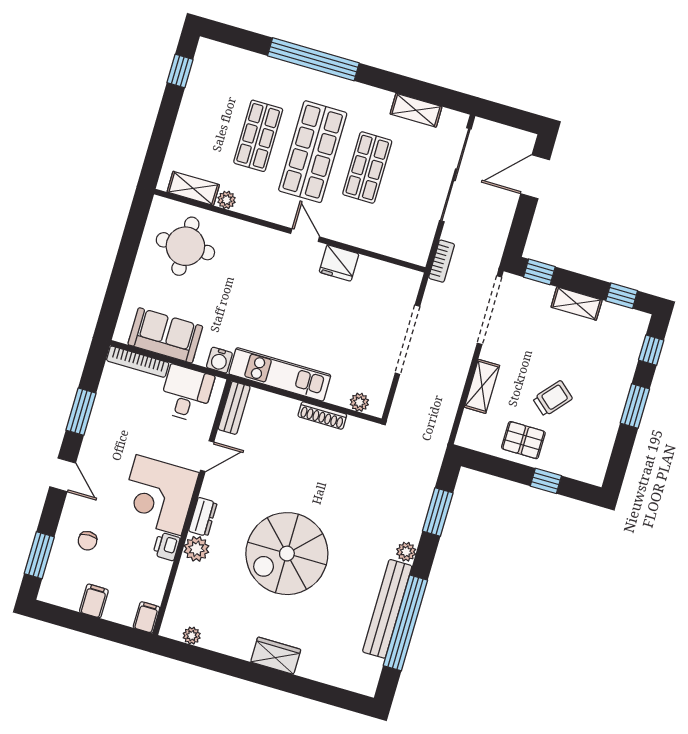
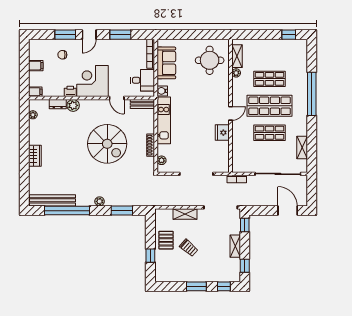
dresser: (203, 517) -> (58, 104), moved
spiral stairs: (287, 554) -> (107, 144), moved, turned 180
window: (39, 555) -> (65, 35), moved
bench: (387, 609) -> (52, 200), moved

